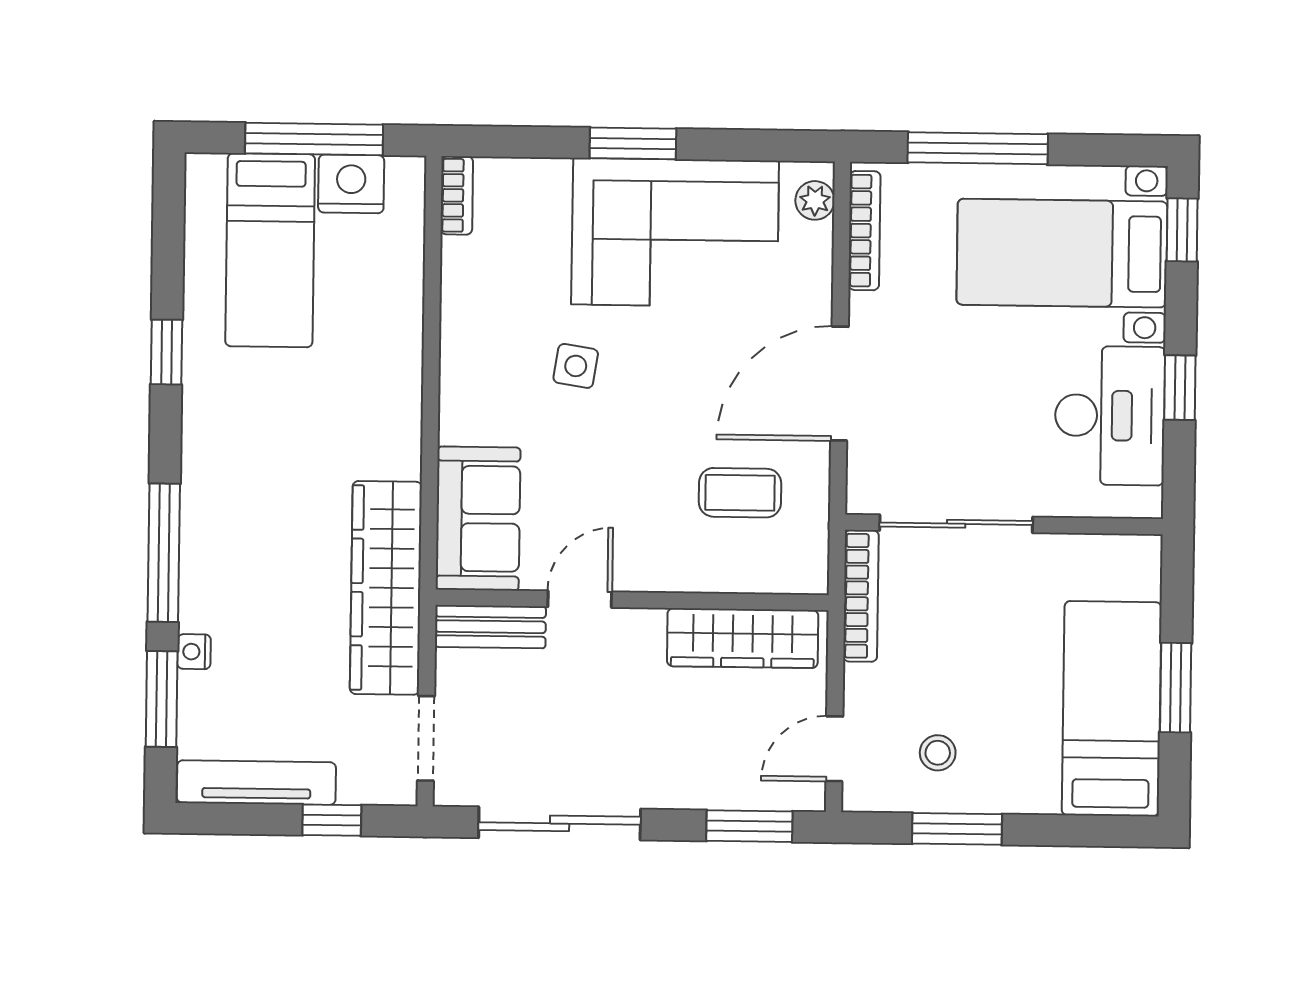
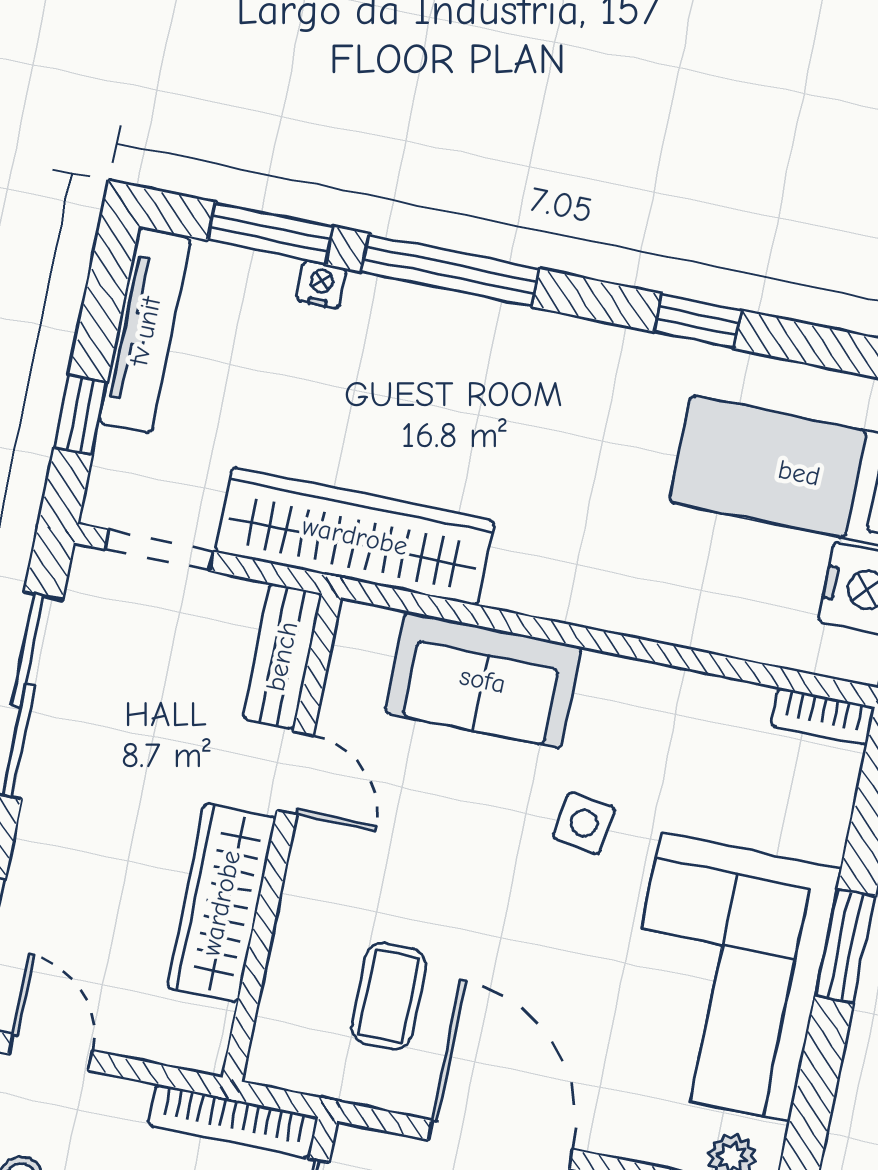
sofa: (478, 519) -> (483, 680), moved
wardrobe: (743, 638) -> (221, 903), moved

